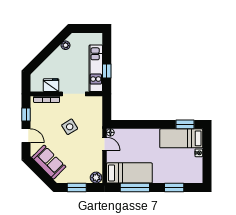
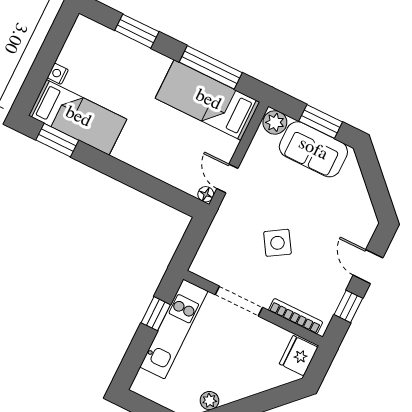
fridge: (51, 85) -> (299, 356), moved, turned 90
sofa: (49, 162) -> (313, 149), moved, turned -45

